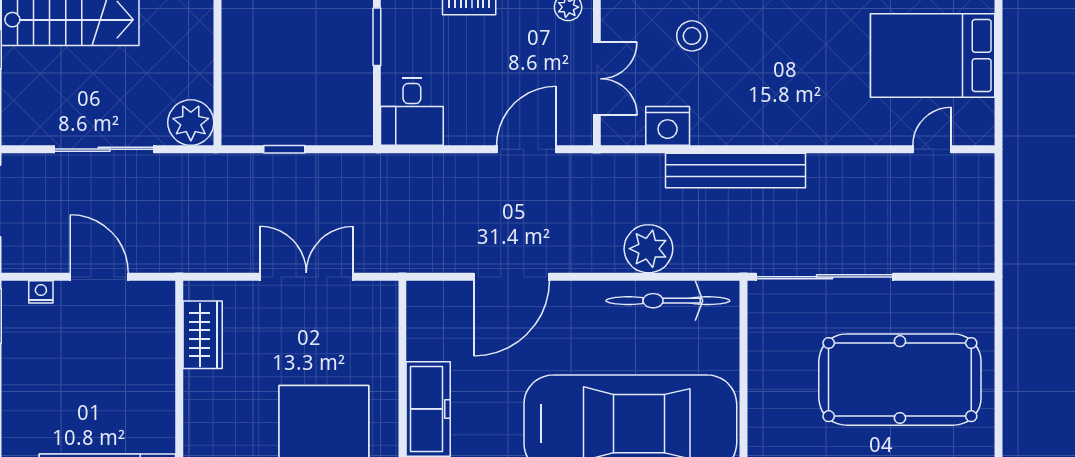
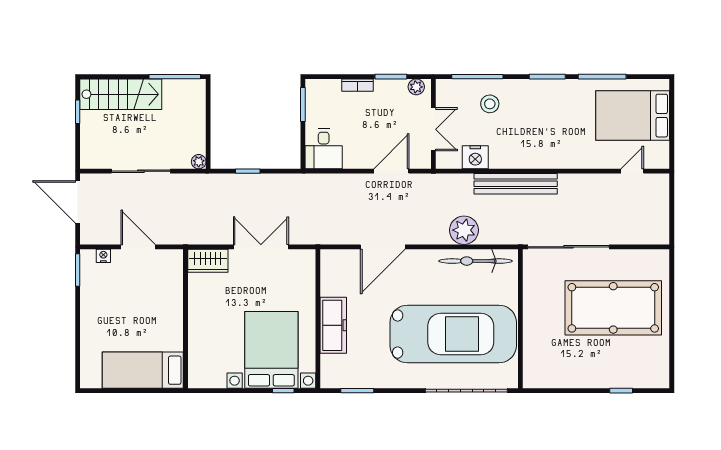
plant: (191, 123) -> (199, 162), width x0.53, depth x0.53
wardrobe: (203, 335) -> (208, 261), moved, turned 90

